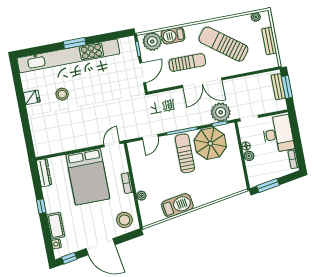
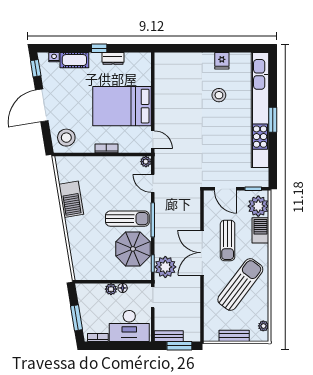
bench: (278, 87) -> (169, 336), moved
dresser: (44, 173) -> (113, 58), moved, width x0.70
window: (268, 185) -> (76, 318), moved
plant: (142, 196) -> (146, 162), moved

